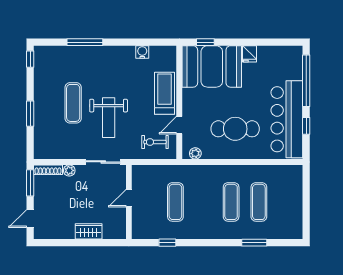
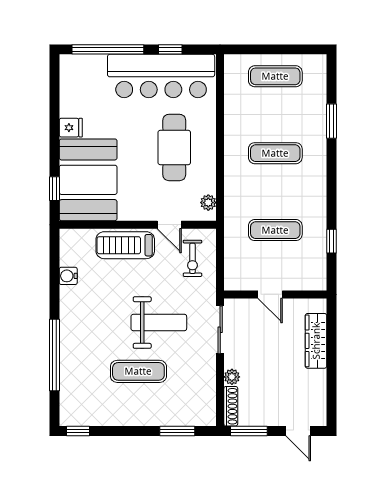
window: (85, 42) -> (54, 355), width x1.46
window: (30, 114) -> (177, 431), moved
exercise mat: (259, 202) -> (275, 76), moved
wardrobe: (89, 231) -> (316, 341), width x1.50

